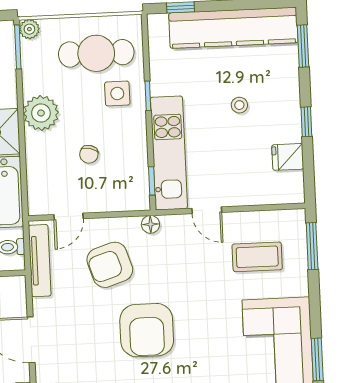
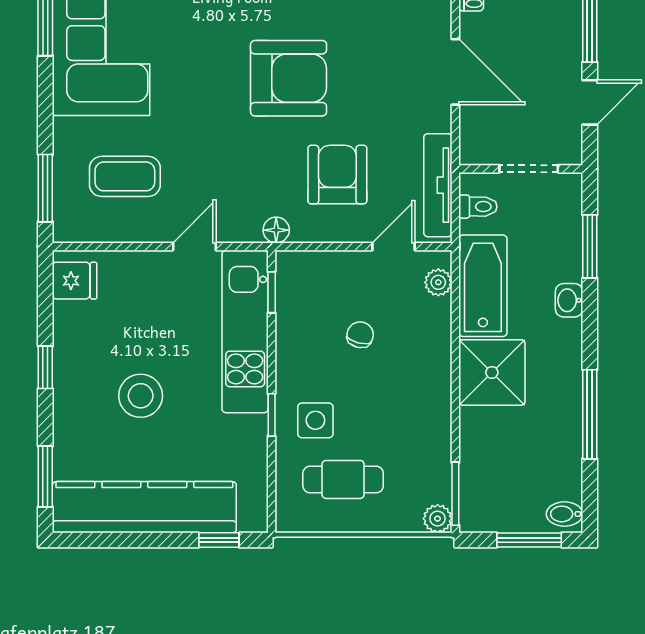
cafe table: (96, 53) -> (343, 479), width x0.73, depth x0.74
stool: (239, 105) -> (141, 396), width x1.89, depth x1.89
plant: (41, 113) -> (438, 282), moved, width x0.53, depth x0.53
fridge: (288, 157) -> (75, 281), moved
door: (207, 210) -> (194, 247), hinge flipped
armchair: (110, 265) -> (337, 175), turned -72
armchair: (147, 330) -> (289, 78), turned 90

